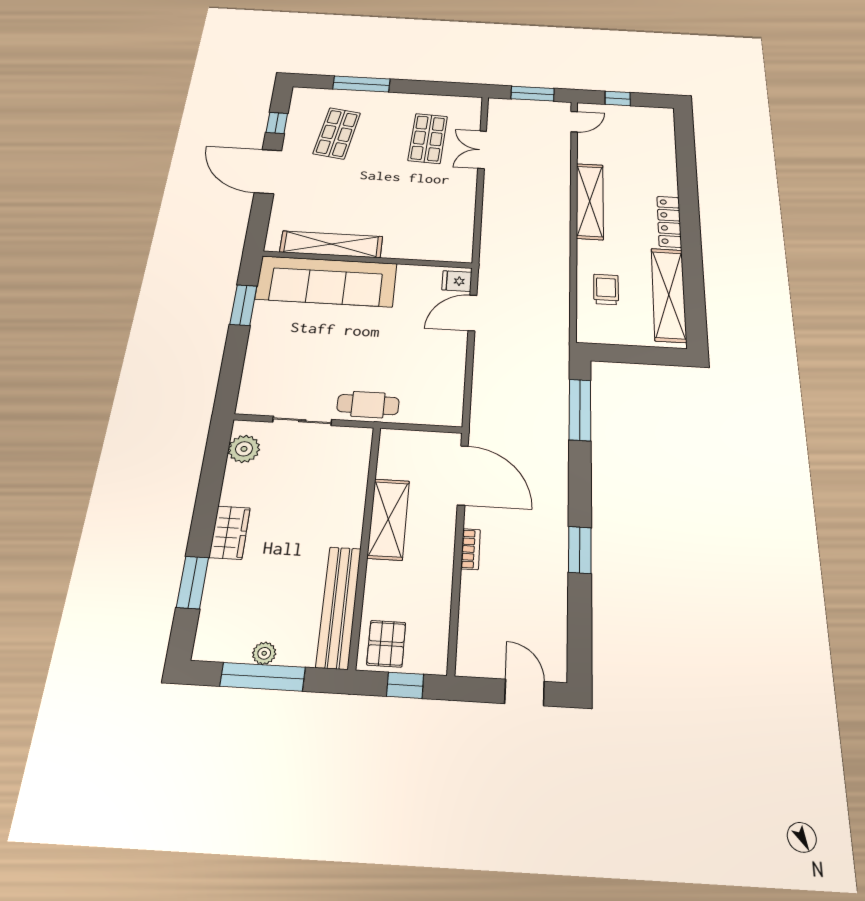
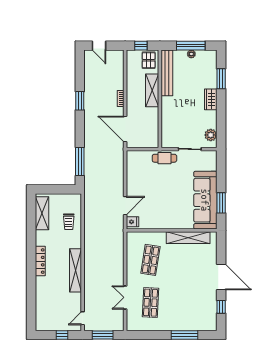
shop shelf: (337, 133) -> (150, 260), moved
double door: (482, 150) -> (125, 297), swing flipped
sofa: (327, 281) -> (205, 200), moved, turned -90
shelving: (669, 295) -> (42, 213), width x0.68
shelving: (388, 519) -> (152, 90), moved

